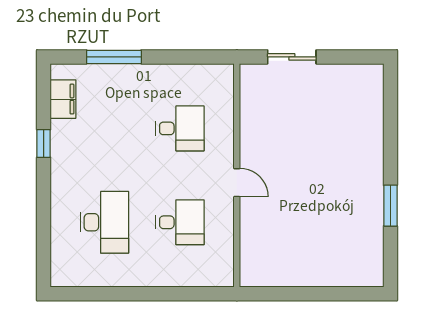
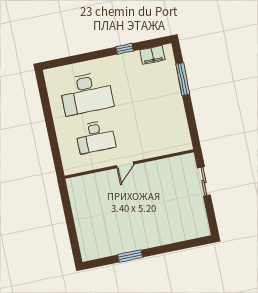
desk: (180, 128) -> (149, 126), removed
desk: (105, 222) -> (86, 93), width x1.36, depth x1.30
desk: (180, 222) -> (95, 137), width x1.37

